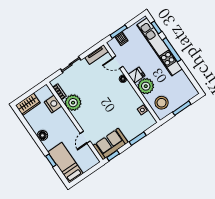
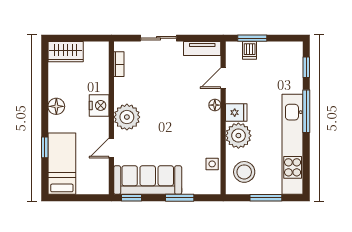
kitchen unit: (160, 47) -> (293, 144), moved
door: (118, 62) -> (223, 78), hinge flipped
plant: (73, 103) -> (127, 117), moved
nightstand: (53, 104) -> (99, 105), moved
sofa: (111, 144) -> (148, 180), width x1.36

